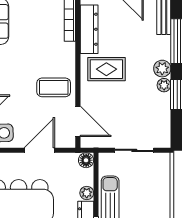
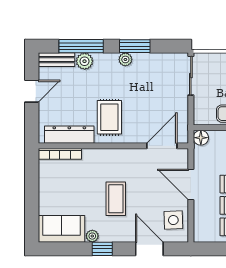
plant: (162, 69) -> (85, 61), moved
coffee table: (54, 87) -> (116, 199), moved
sliding door: (134, 150) -> (191, 76), moved

